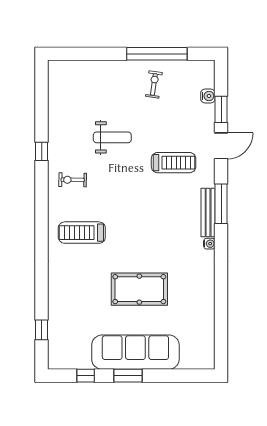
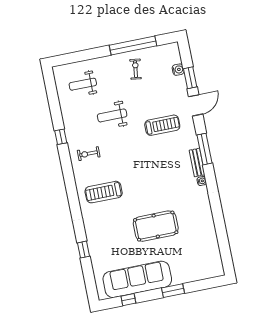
weight bench: (83, 90) -> (83, 84), added
weight bench: (112, 137) -> (112, 115), turned 180
bench: (208, 213) -> (197, 163), width x0.73
window: (42, 330) -> (84, 250), moved
sofa: (135, 352) -> (137, 279), moved
window: (128, 376) -> (173, 291), moved

